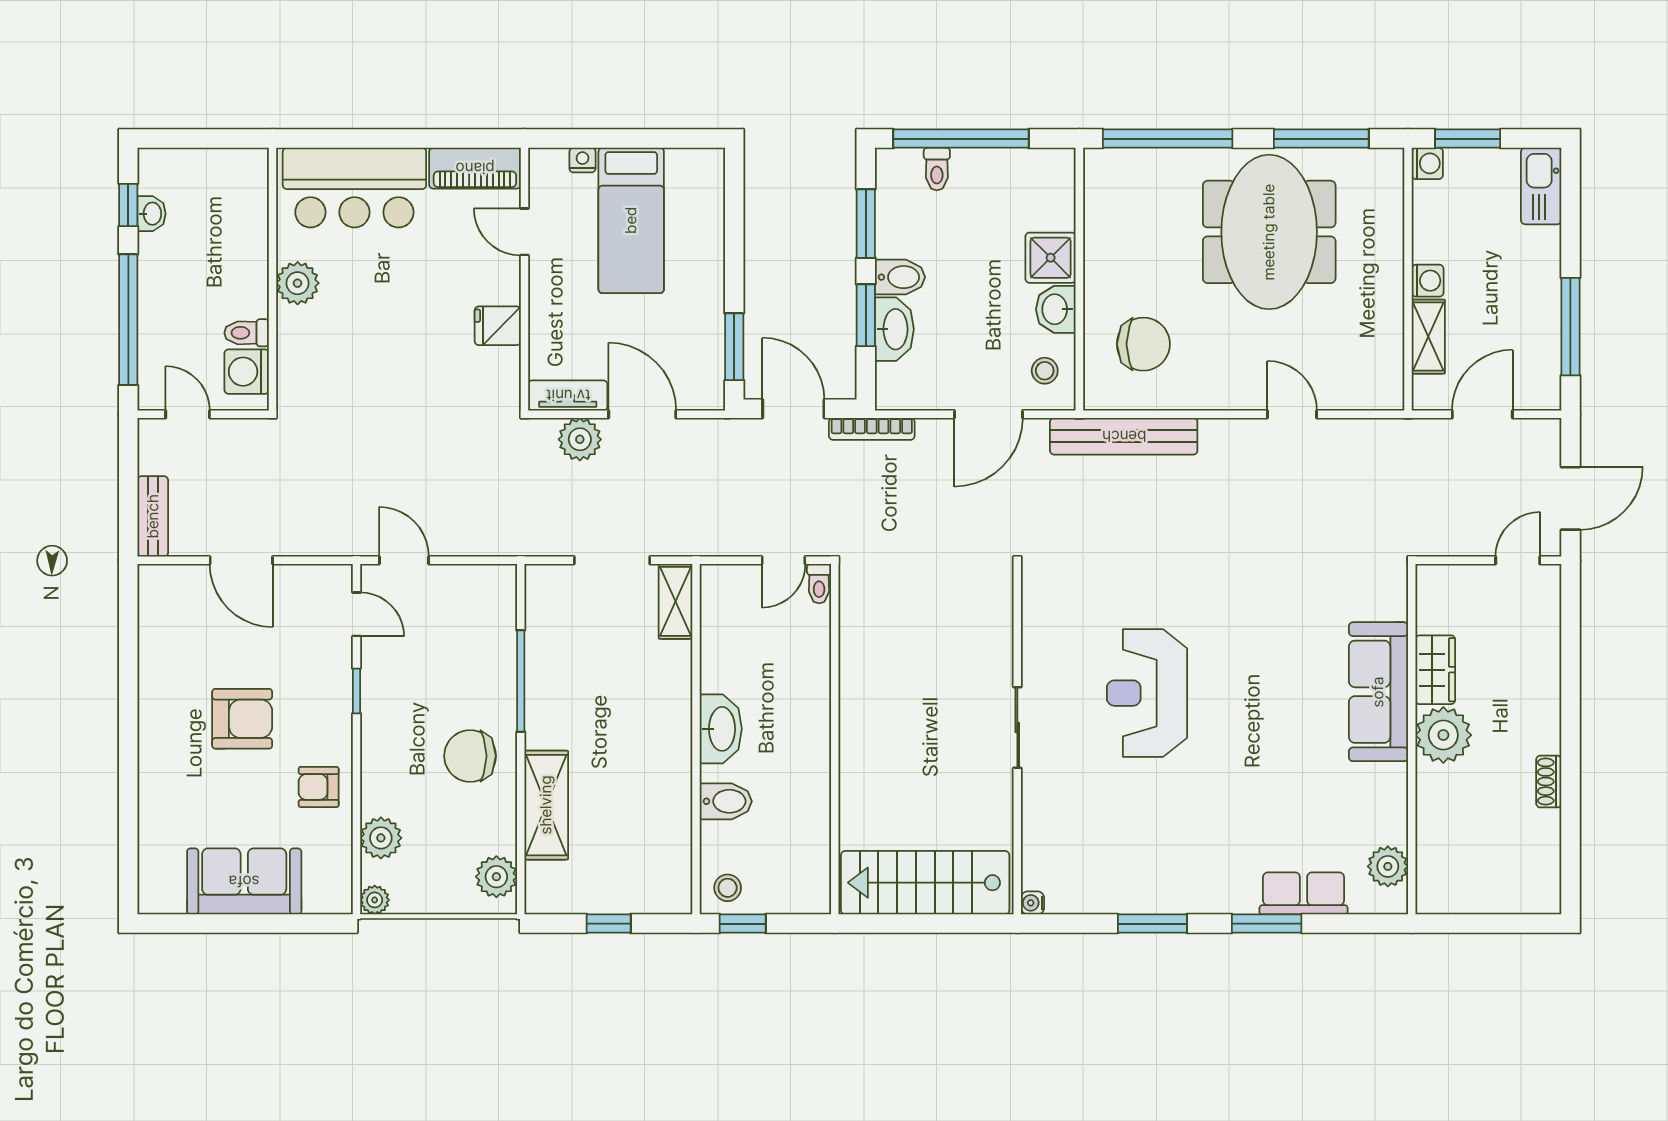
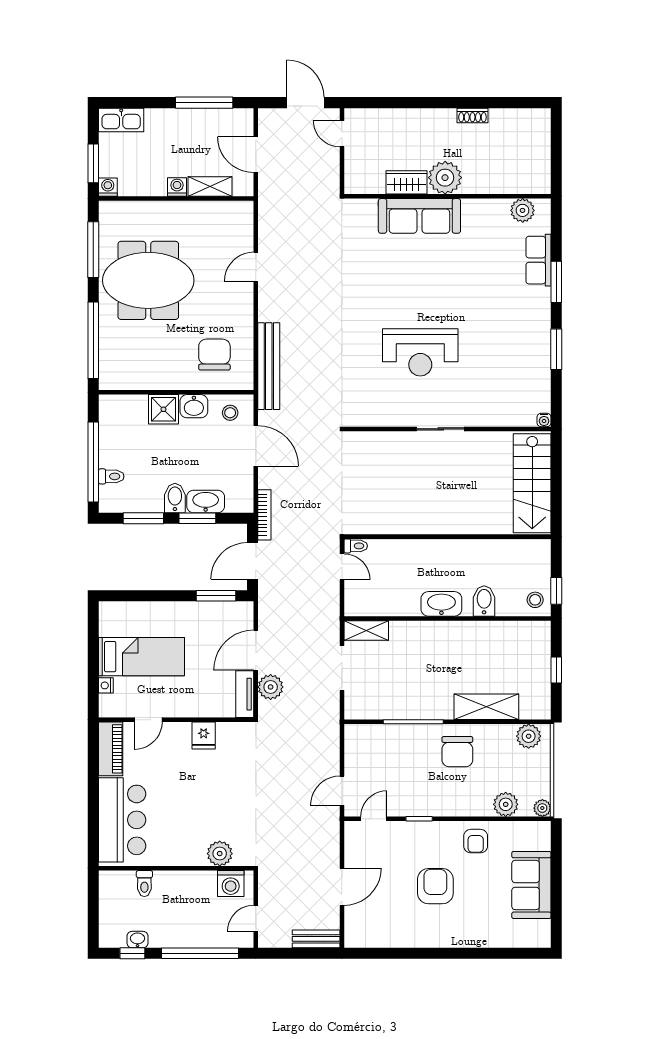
plant: (298, 283) -> (220, 854), moved
toilet: (247, 333) -> (144, 884), moved

